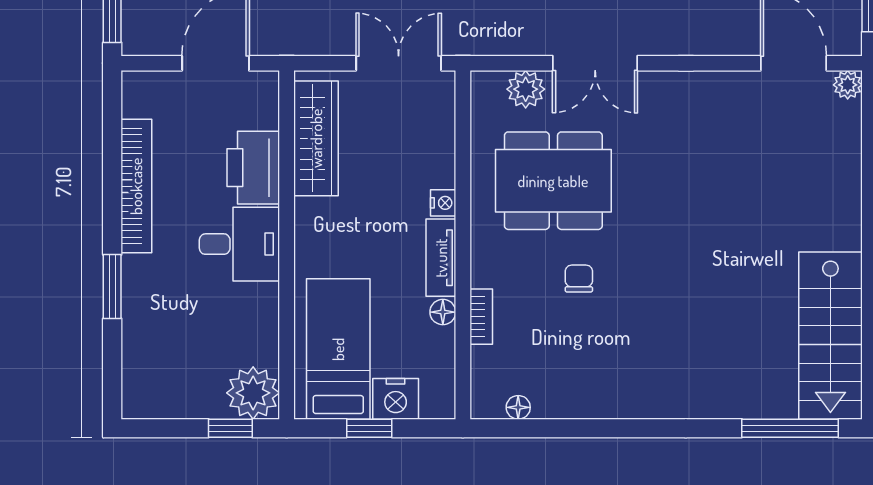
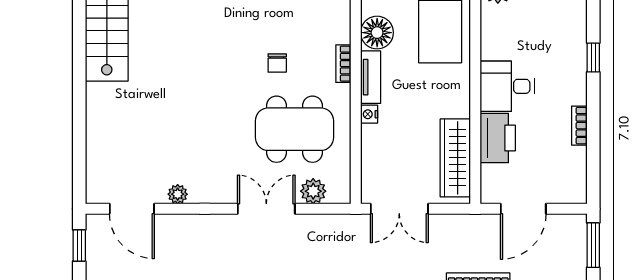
plant: (848, 85) -> (178, 194), moved
bookcase: (136, 186) -> (579, 126), width x0.43, depth x0.76
window: (112, 287) -> (593, 57), width x0.67
floor lamp: (443, 312) -> (377, 33), width x1.89, depth x1.89
bookcase: (481, 317) -> (343, 64), moved

